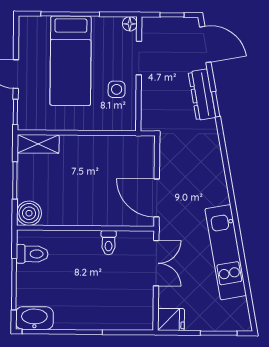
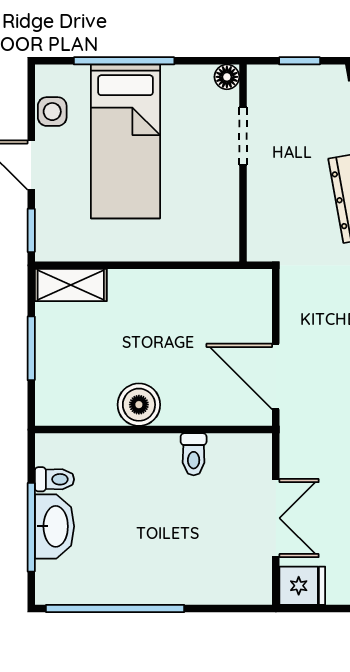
side table: (117, 89) -> (52, 112), moved
boiler: (29, 213) -> (139, 405), moved
toilet: (32, 254) -> (54, 479), width x0.73, depth x0.72
double door: (156, 263) -> (276, 518), moved
washbasin: (34, 318) -> (54, 526), moved, turned 90

